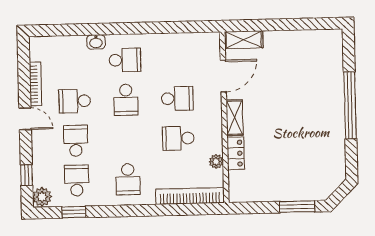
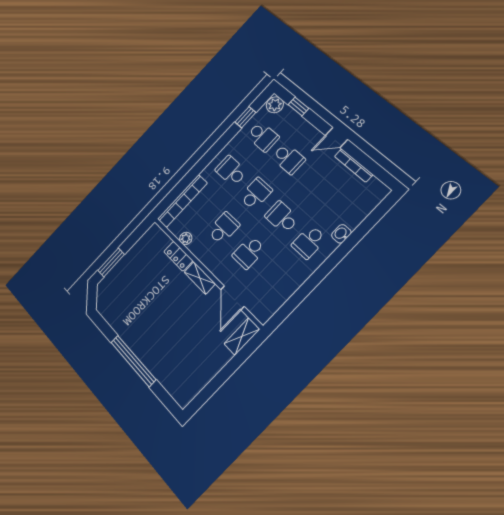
school desk: (75, 101) -> (256, 194), moved

